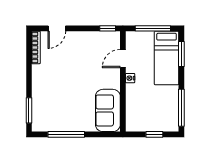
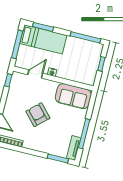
door: (123, 59) -> (35, 74), swing flipped
armchair: (75, 74) -> (38, 115), added
tv unit: (46, 126) -> (74, 148), added

